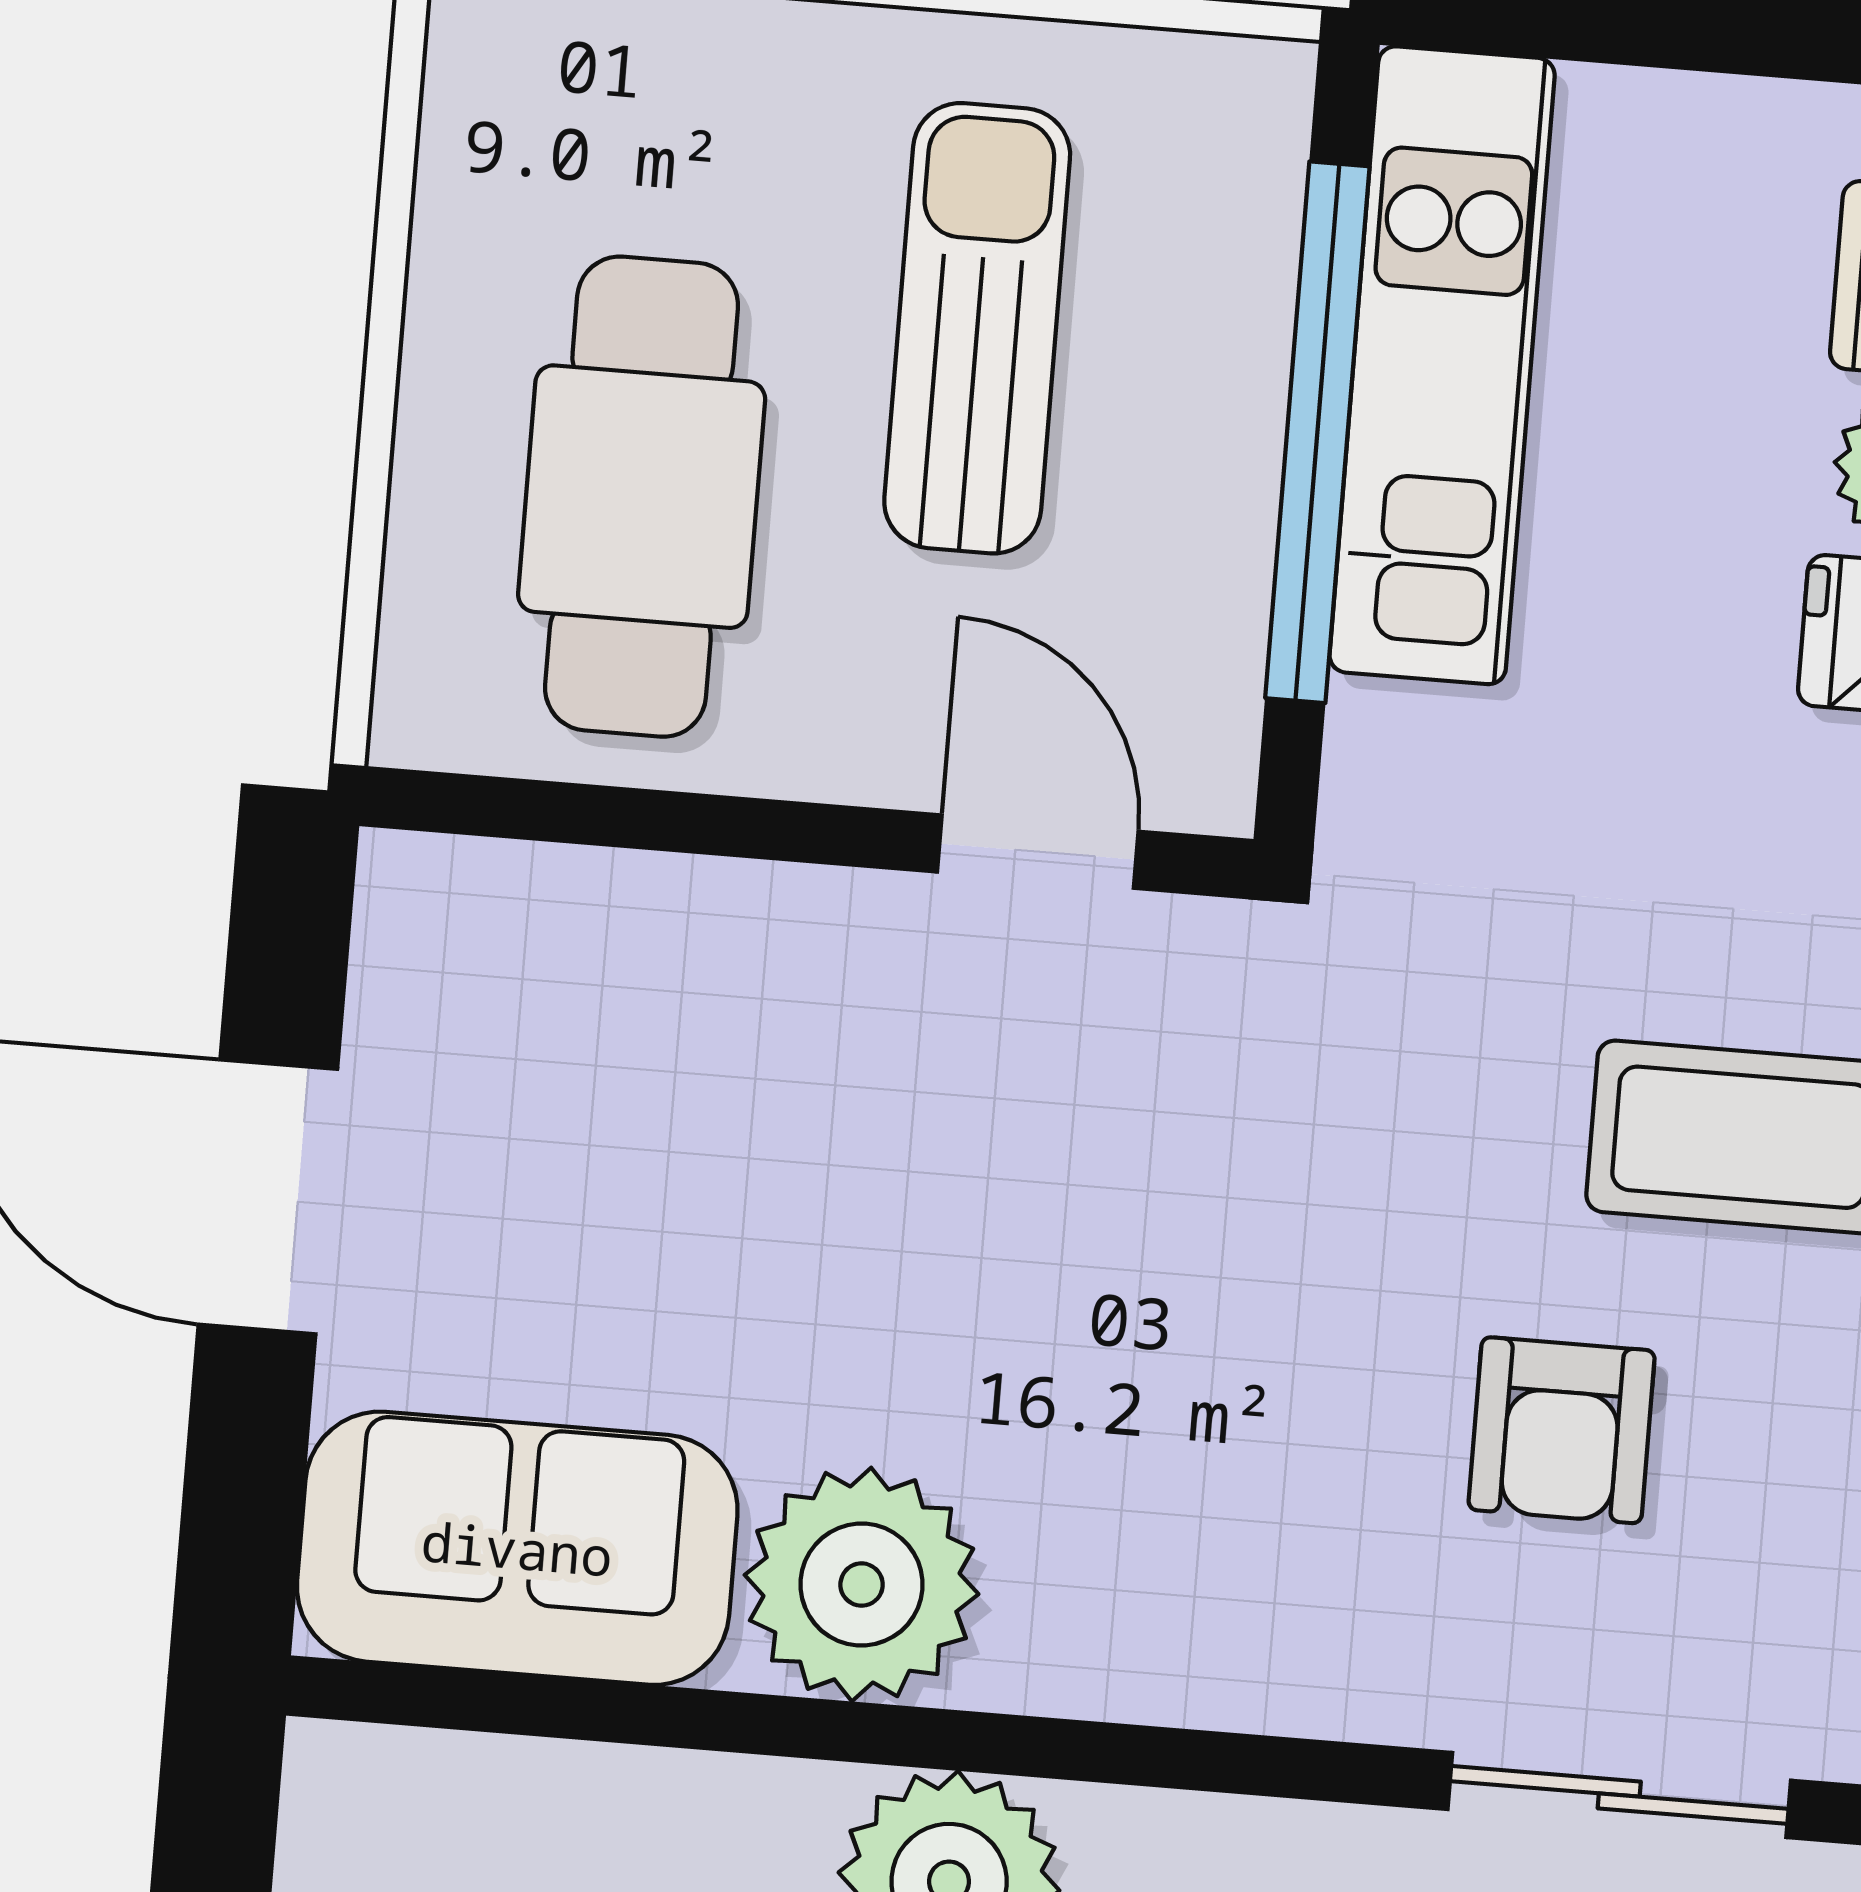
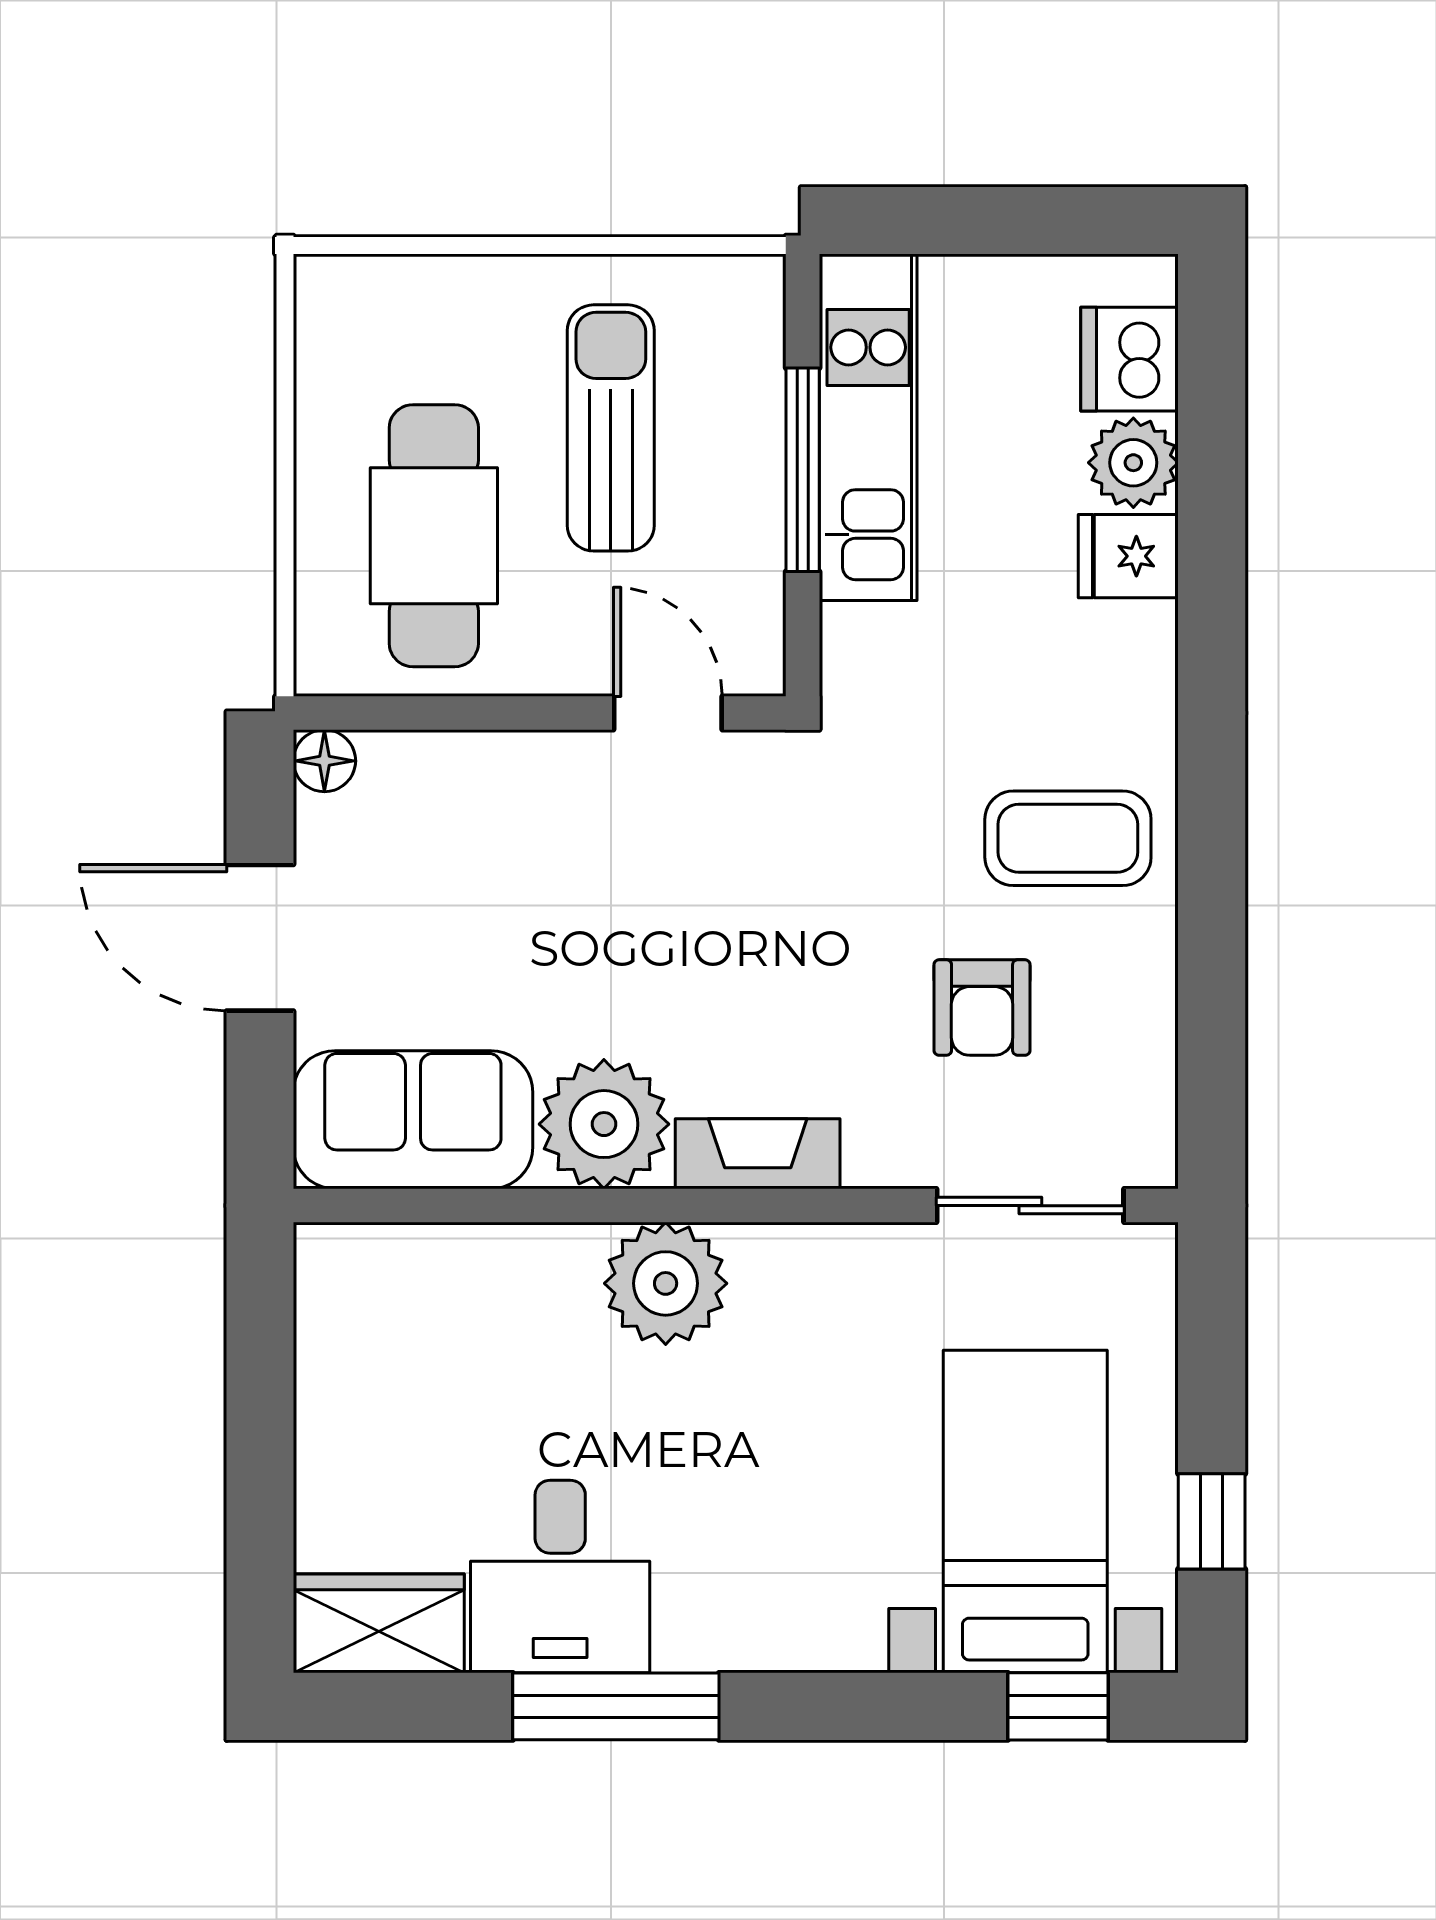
window: (1317, 432) -> (803, 470), width x0.68
floor lamp: (411, 887) -> (324, 761), added
fireplace: (1135, 1661) -> (758, 1154), added

